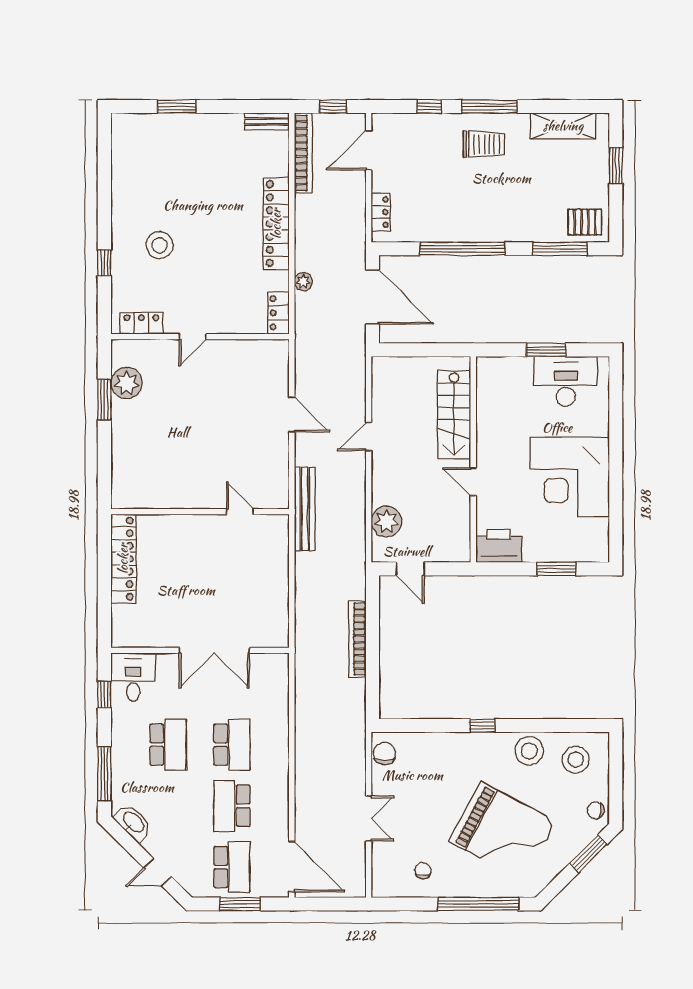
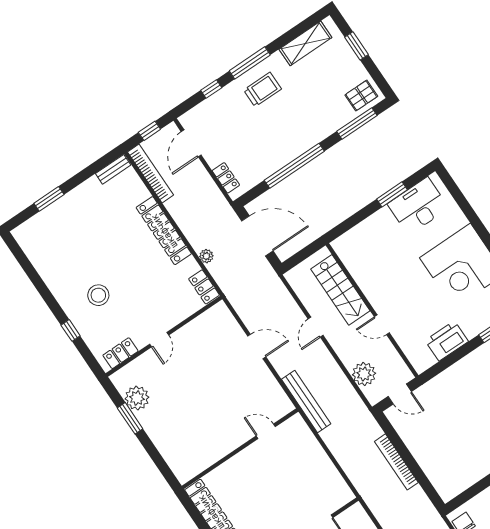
stairs: (454, 415) -> (340, 290), moved
wall: (473, 459) -> (372, 310), moved
door: (473, 482) -> (382, 325), moved

